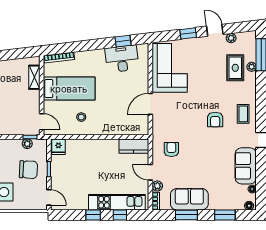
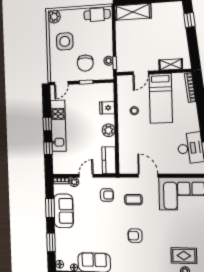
coffee table: (243, 114) -> (133, 200), moved
door: (42, 122) -> (141, 73), moved
plant: (101, 146) -> (109, 130), added
fridge: (58, 147) -> (107, 108), moved
kitchen unit: (117, 202) -> (58, 126), moved

